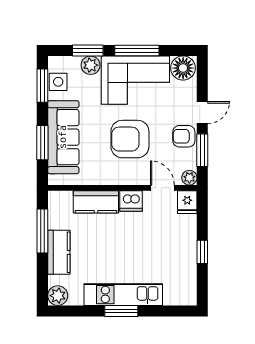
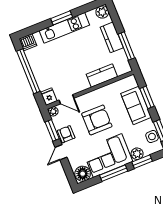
armchair: (184, 136) -> (66, 134), turned -90
sofa: (63, 137) -> (136, 105), width x0.73
dishwasher: (131, 201) -> (28, 42), moved, turned 180
window: (202, 252) -> (28, 71), width x3.17

